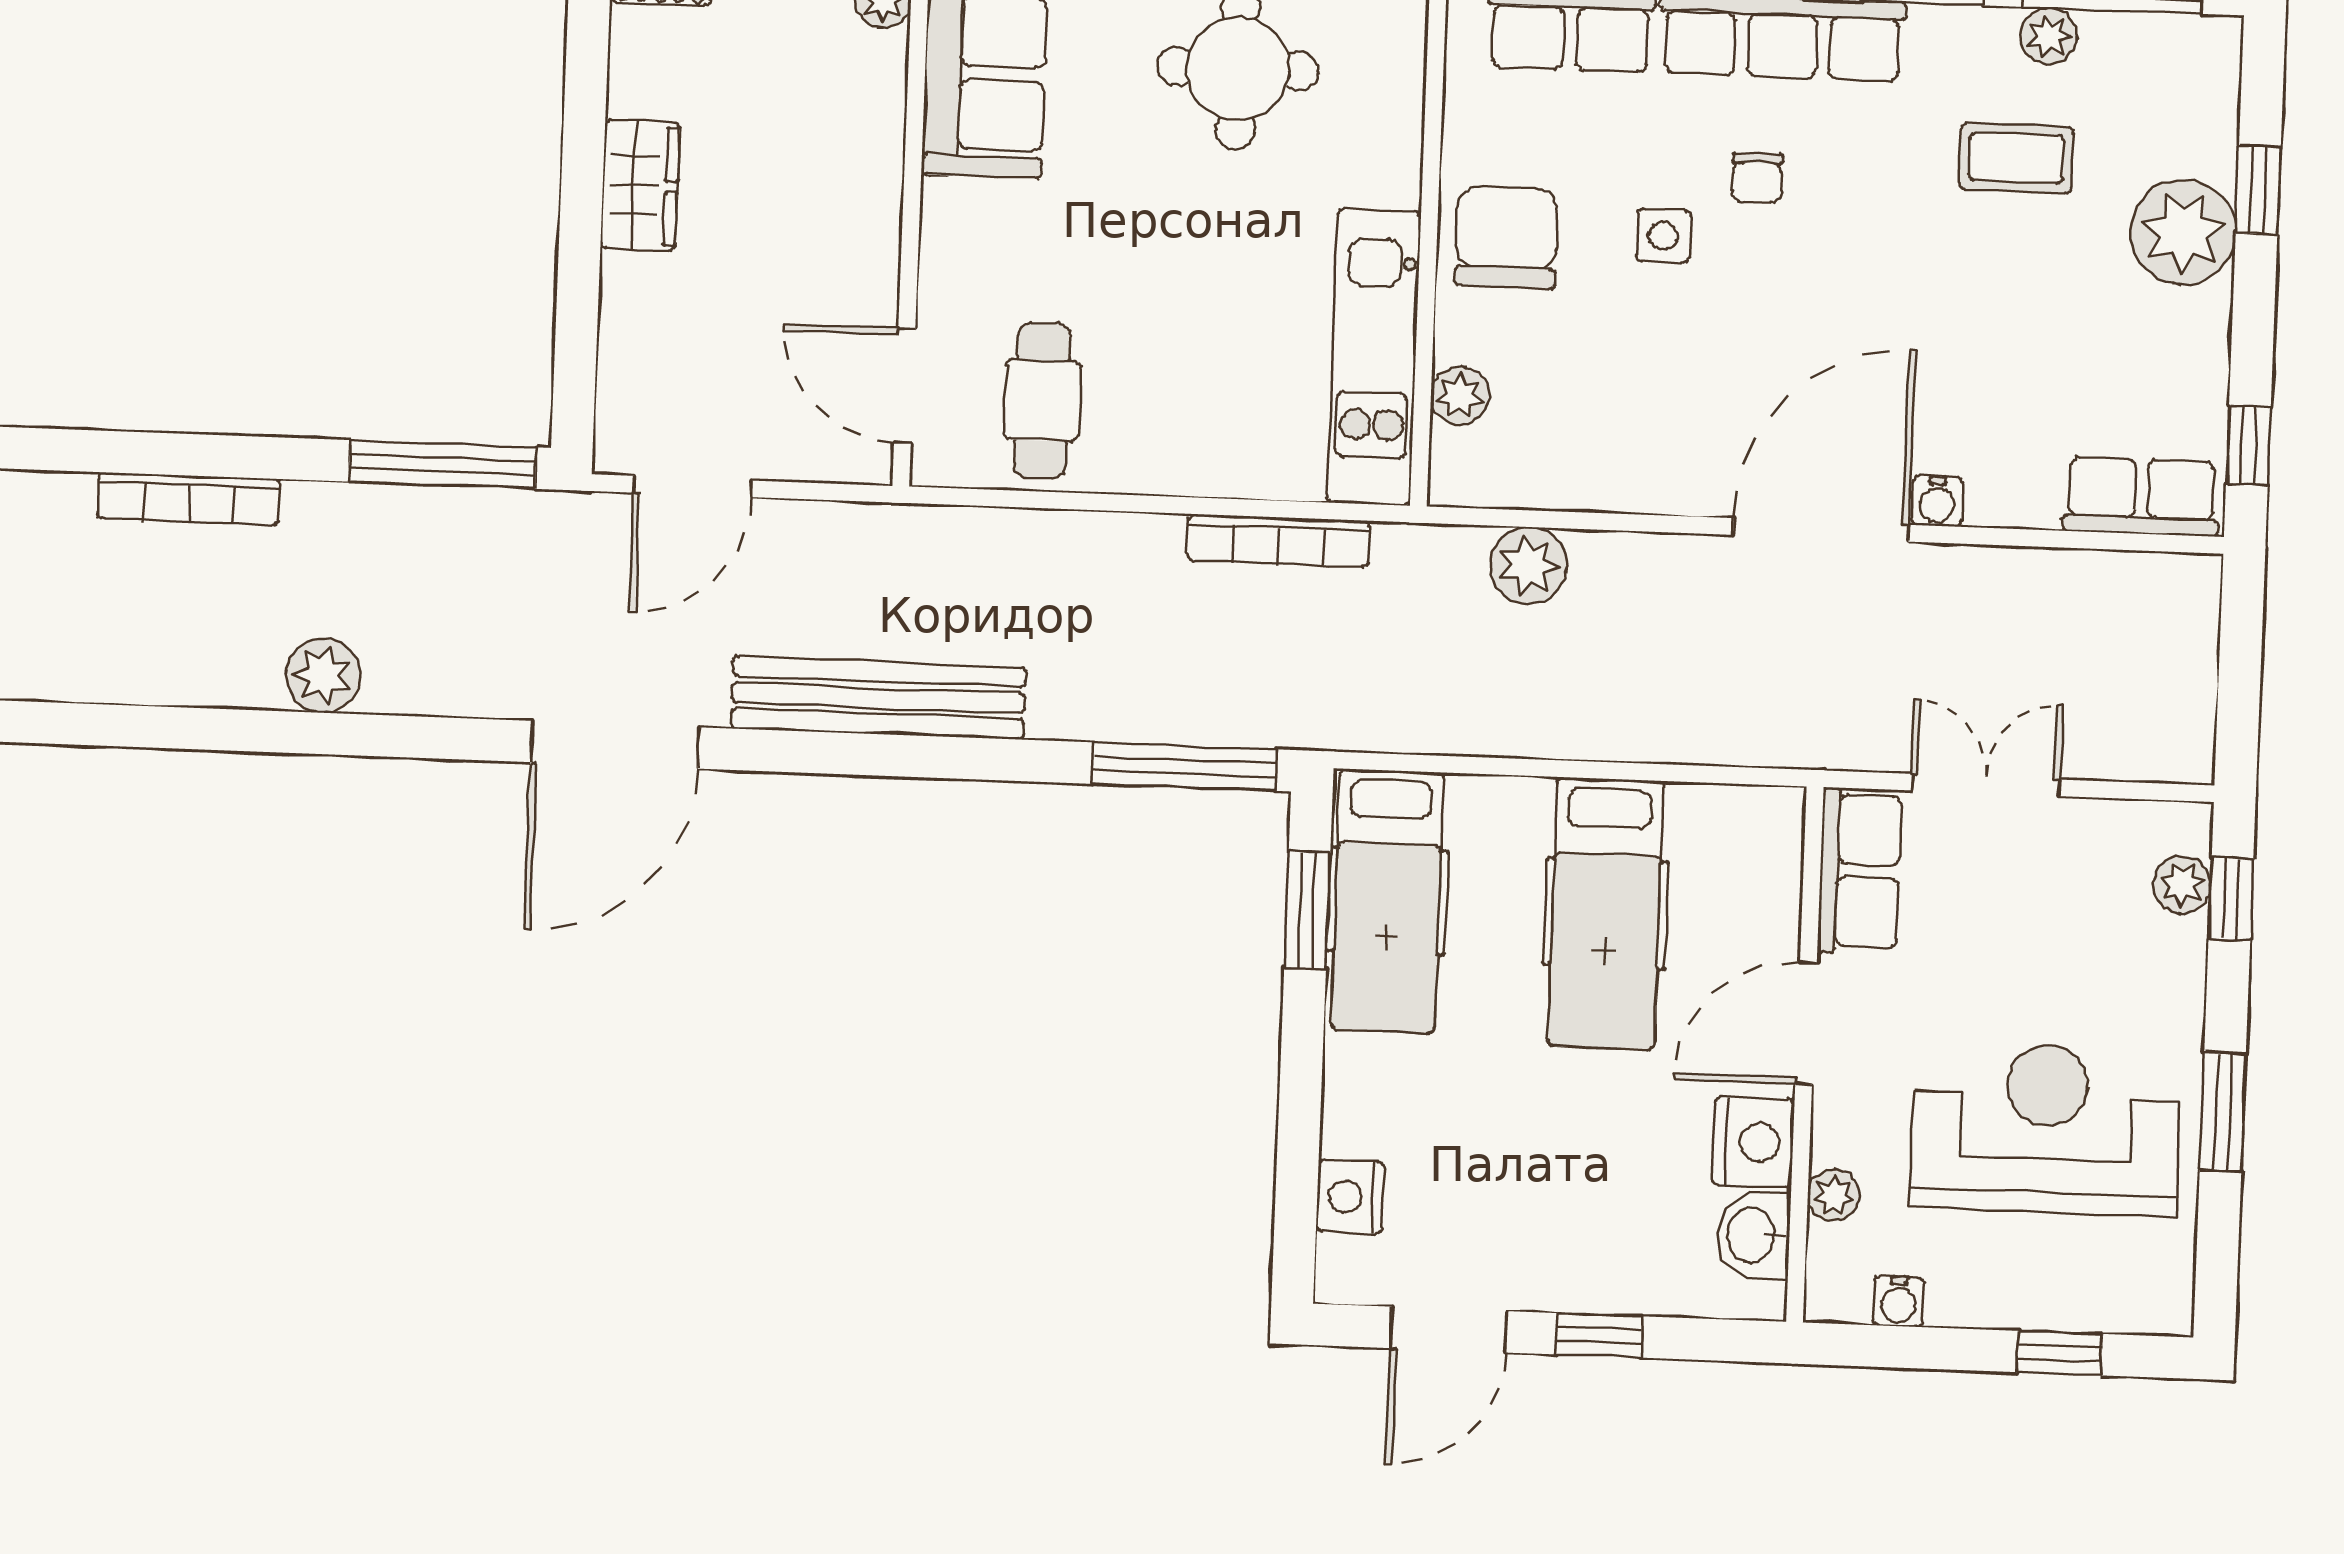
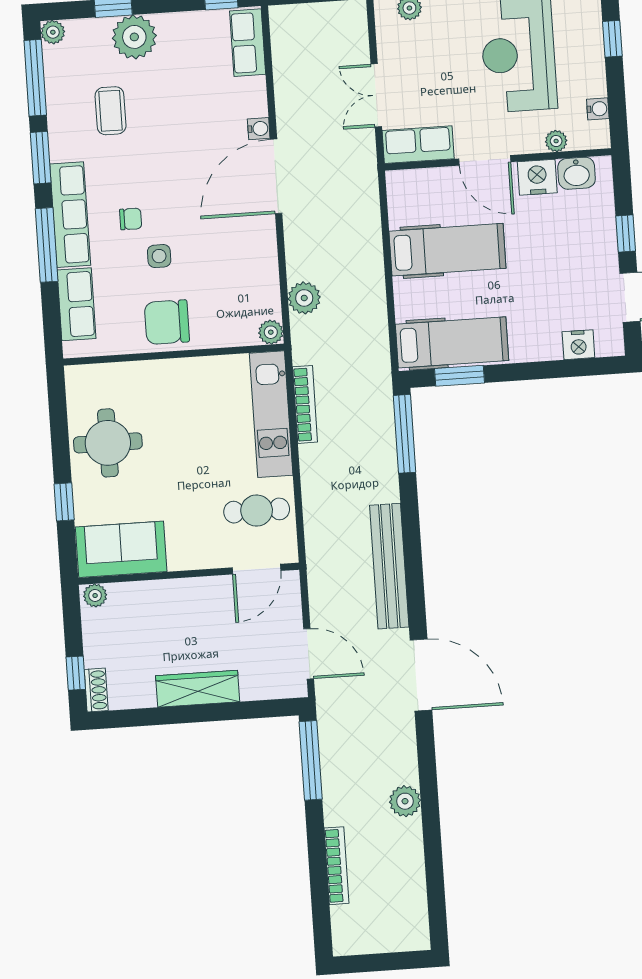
plant: (2049, 36) -> (53, 32), moved
wardrobe: (640, 185) -> (198, 689), width x1.50
kitchen unit: (1374, 357) -> (271, 414), moved, turned 90
plant: (1460, 396) -> (271, 332), moved
door: (1821, 530) -> (276, 176), hinge flipped

